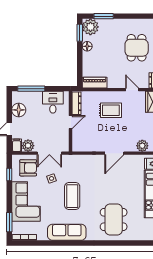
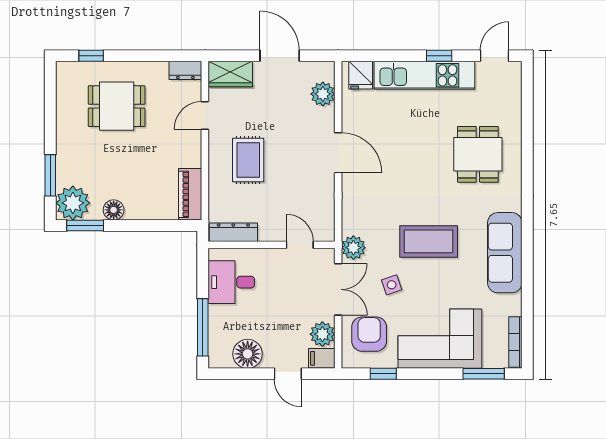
door: (71, 122) -> (300, 245), moved
plant: (69, 160) -> (353, 248), added
dining table: (114, 219) -> (478, 154), width x0.73

